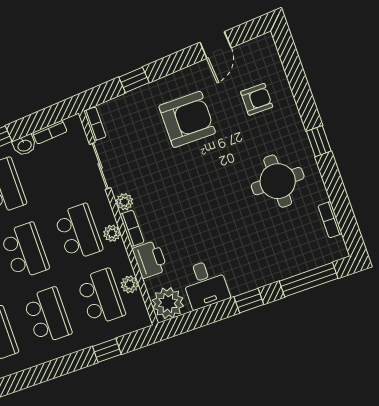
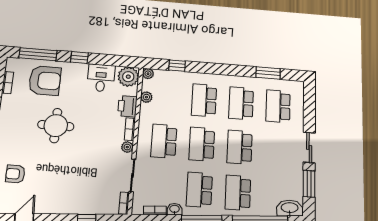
armchair: (187, 119) -> (45, 81), moved, turned 180
round table: (278, 181) -> (56, 126), moved
plant: (112, 233) -> (148, 74), moved
school desk: (101, 297) -> (167, 97), removed

